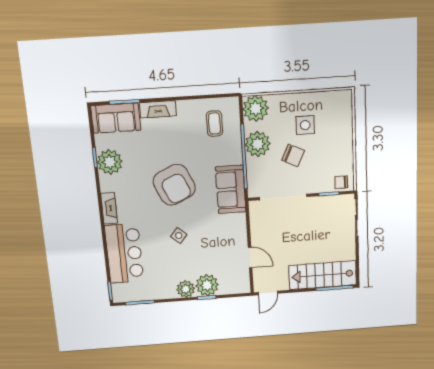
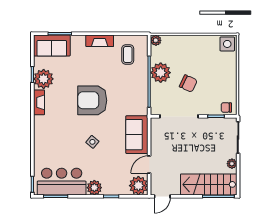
plant: (256, 108) -> (156, 40), width x0.53, depth x0.53
fireplace: (158, 109) -> (100, 41), moved
side table: (305, 125) -> (227, 44), moved
armchair: (174, 185) -> (92, 100), turned 114
sofa: (231, 189) -> (137, 135), moved
fireplace: (109, 208) -> (39, 102), moved
plant: (350, 249) -> (232, 164), added
bar counter: (124, 253) -> (62, 182), moved, turned -90
door: (250, 257) -> (149, 165), swing flipped
plant: (207, 285) -> (138, 186), moved

